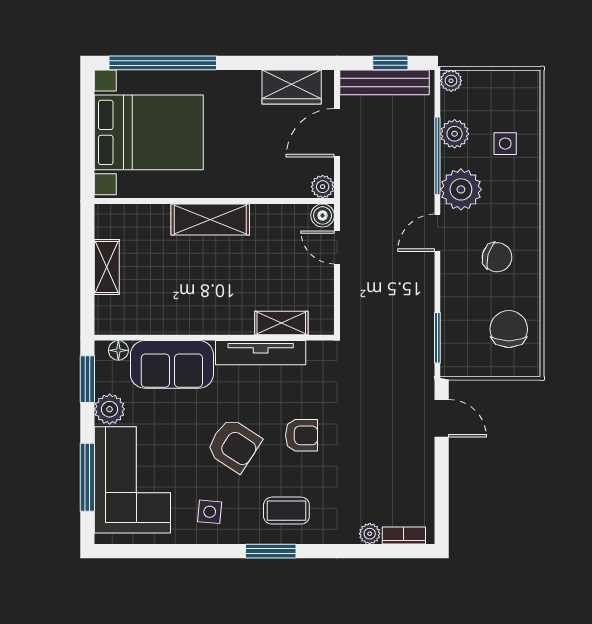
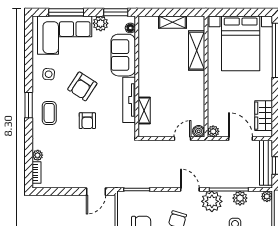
shelving: (210, 219) -> (197, 51), moved

